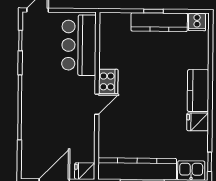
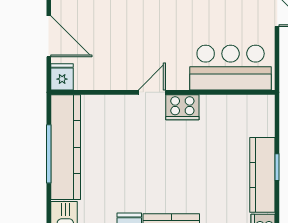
door: (97, 104) -> (152, 92), swing flipped

